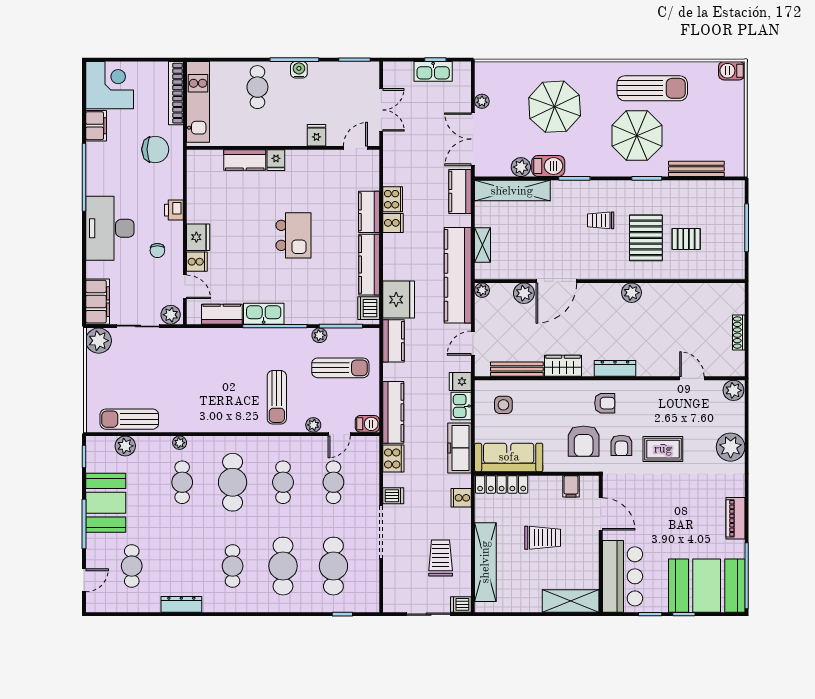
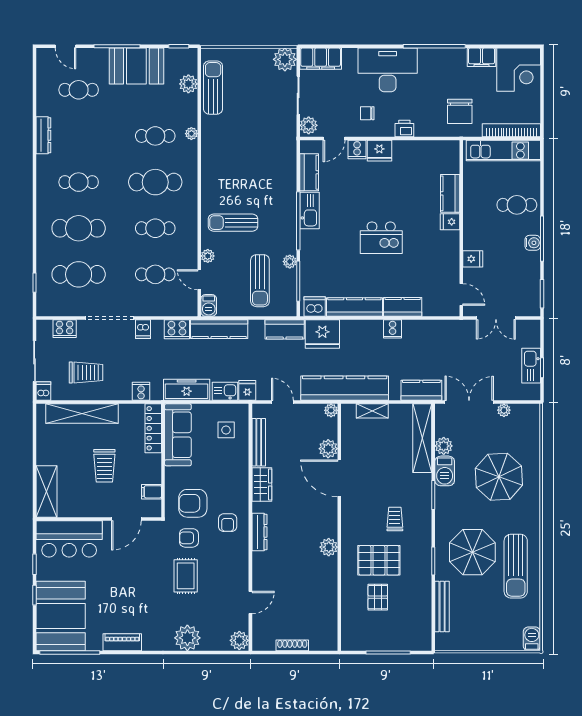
cooker: (393, 199) -> (65, 329), moved

